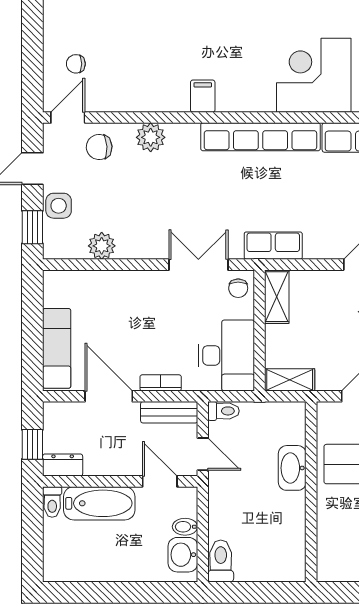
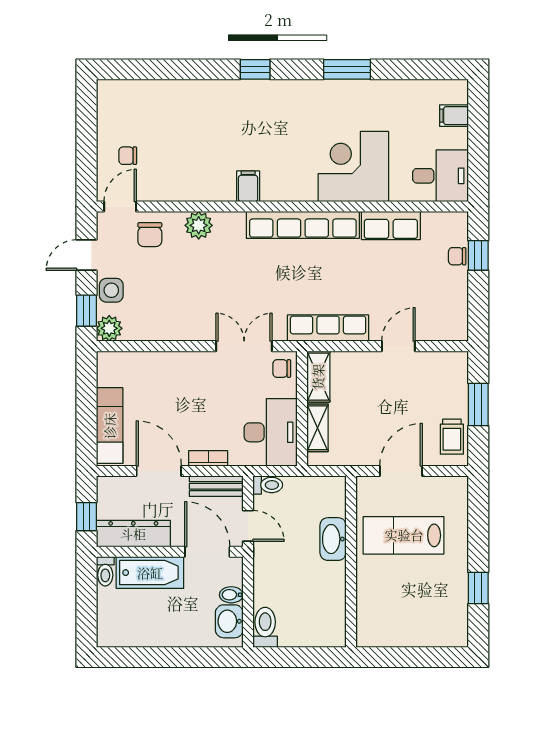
chair: (99, 147) -> (150, 235), turned -87
plant: (102, 246) -> (109, 328), moved
row of seats: (273, 246) -> (328, 328), width x1.48
chair: (238, 288) -> (282, 369), turned 90
shelving: (290, 380) -> (318, 428), moved, turned 90
dresser: (63, 465) -> (133, 534), width x1.96, depth x1.24
door: (160, 481) -> (207, 552), width x1.38

